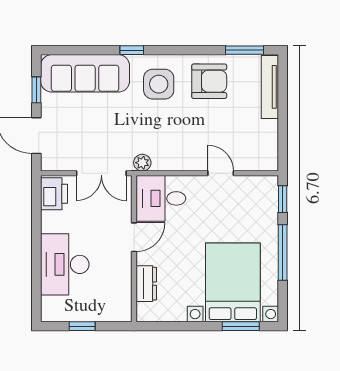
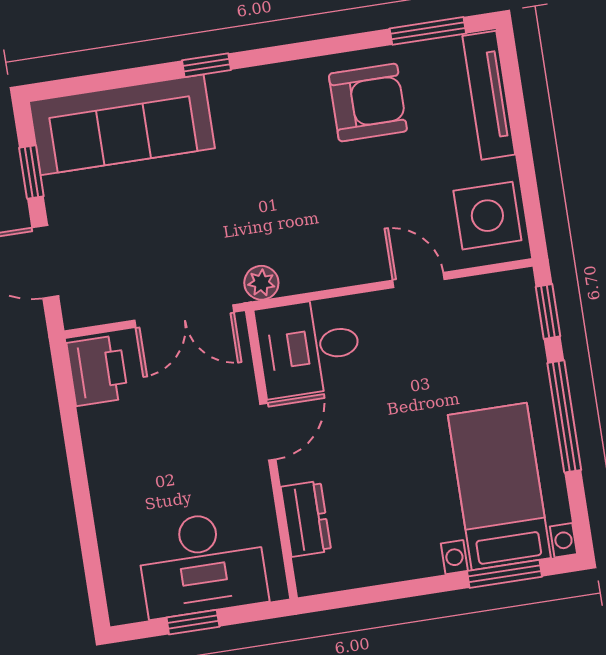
side table: (159, 84) -> (487, 216), moved
desk: (65, 264) -> (202, 564), moved, turned -90
bed with nightstands: (233, 282) -> (499, 487), width x0.73

